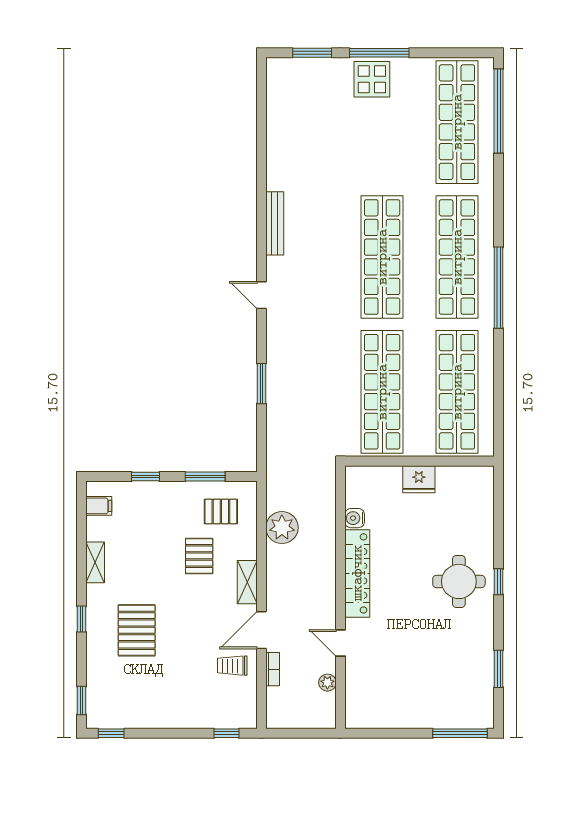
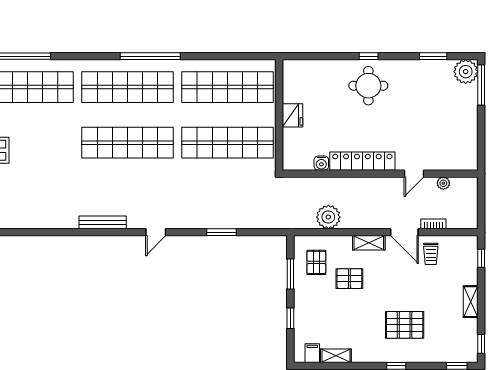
shelving: (95, 562) -> (336, 356), moved
plant: (478, 713) -> (466, 72), added
shelving: (168, 719) -> (471, 302), added

